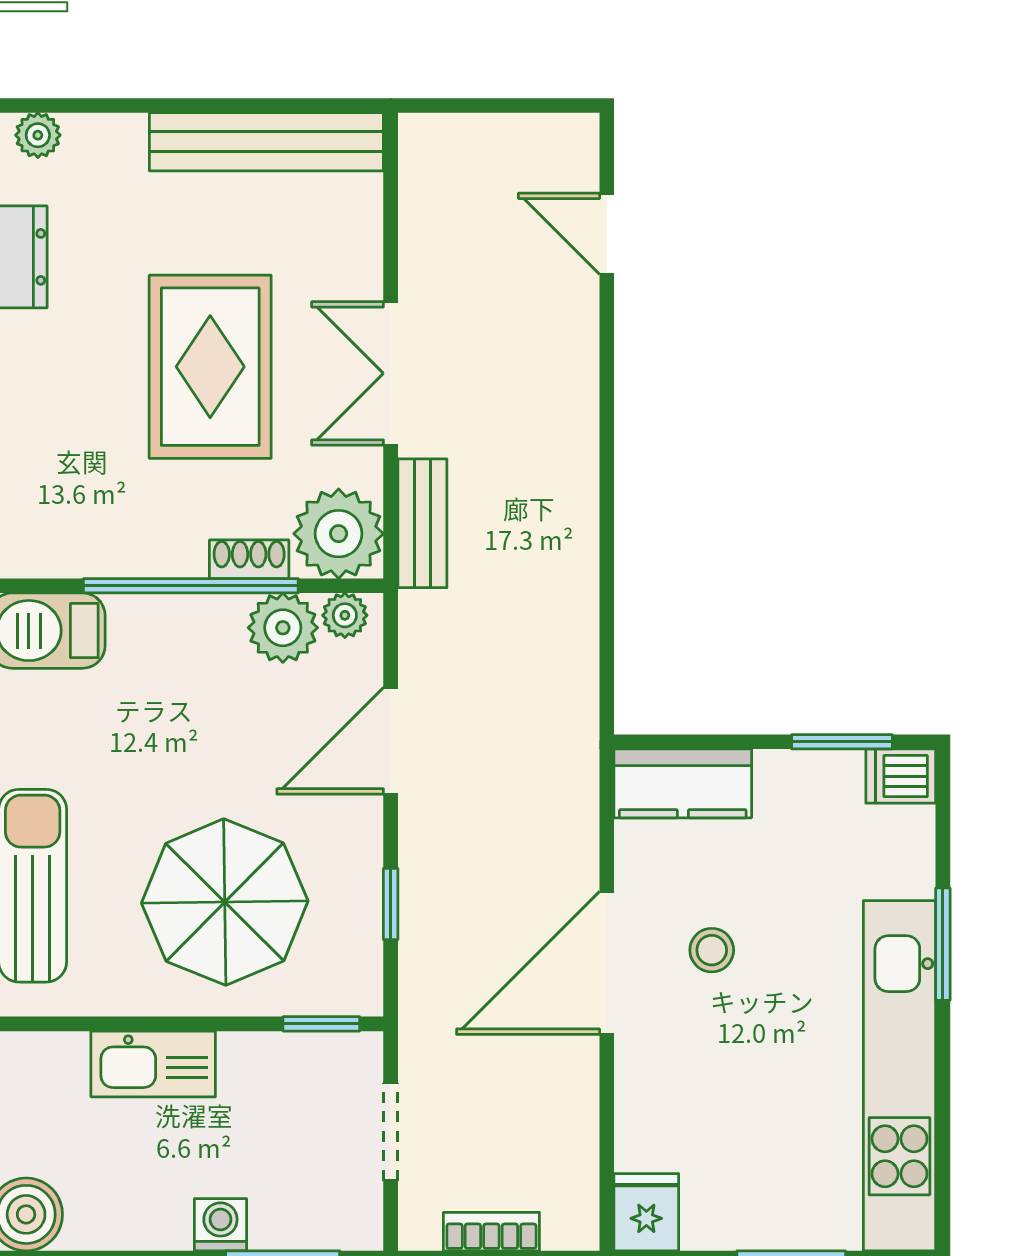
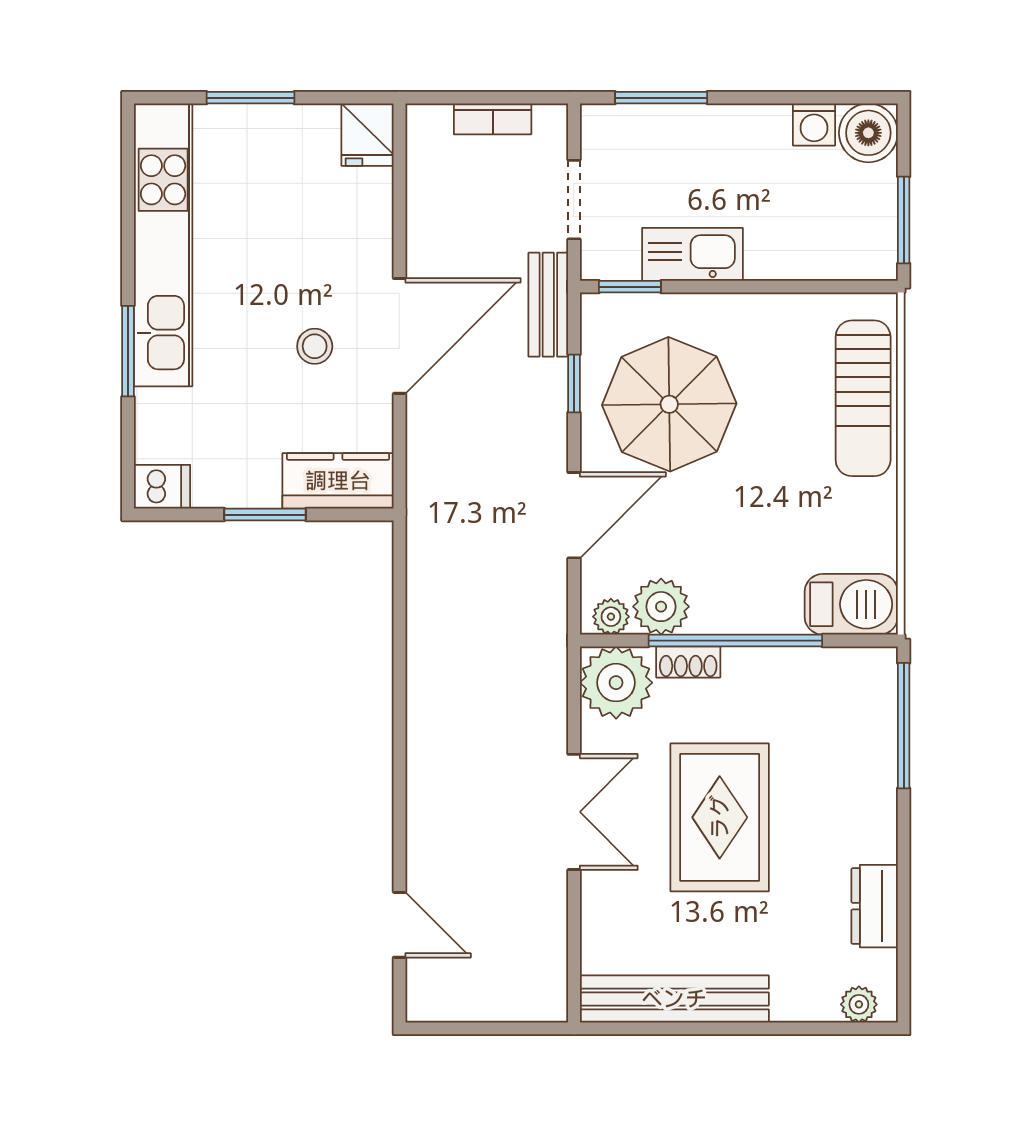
bench: (422, 523) -> (548, 305), moved
window: (842, 742) -> (265, 515), moved
parasol: (225, 902) -> (669, 404), moved
kitchen sink: (153, 1064) -> (693, 254), moved
washing machine: (220, 1225) -> (814, 125), moved

